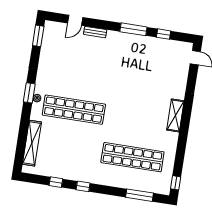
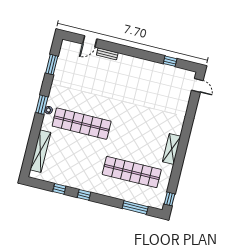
window: (133, 29) -> (143, 54), removed
window: (38, 36) -> (52, 65), moved
shelving: (175, 115) -> (172, 149), moved

